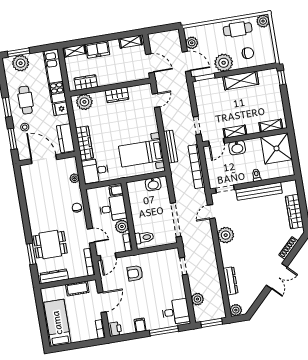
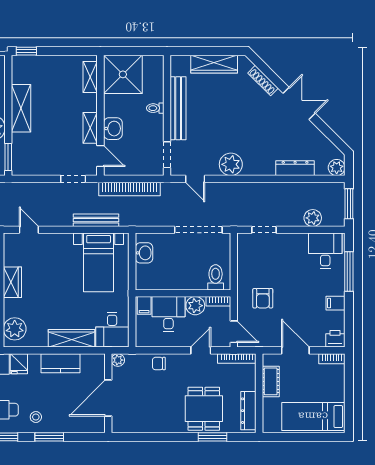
door: (44, 159) -> (108, 398), moved
wall: (47, 159) -> (108, 393), moved

